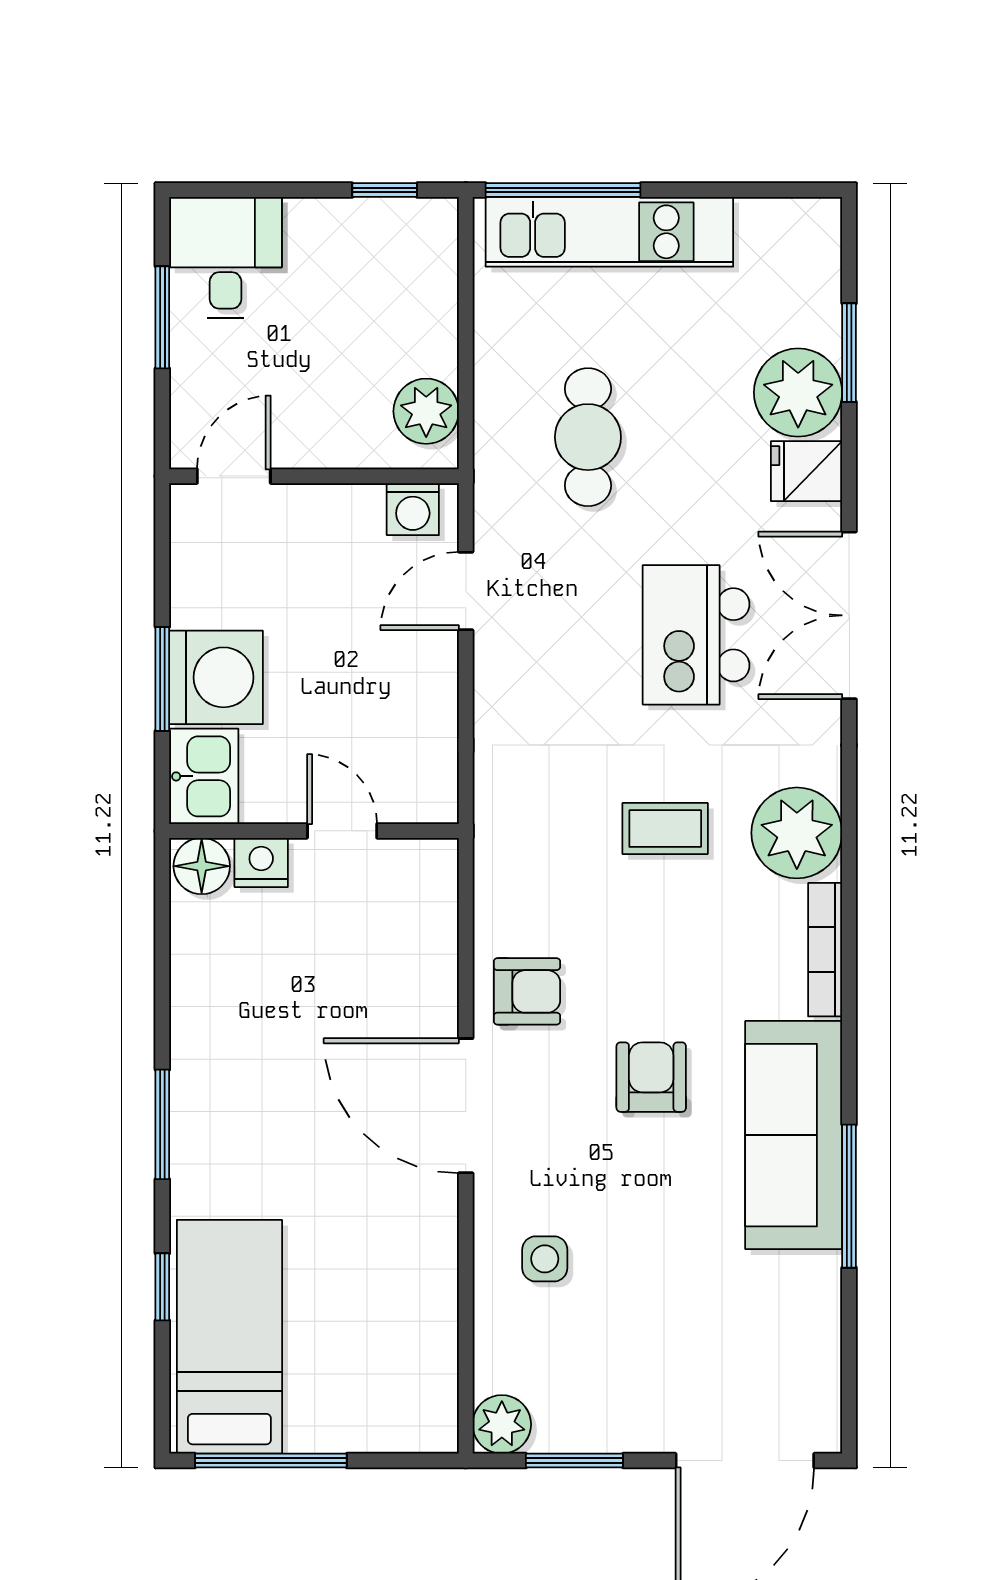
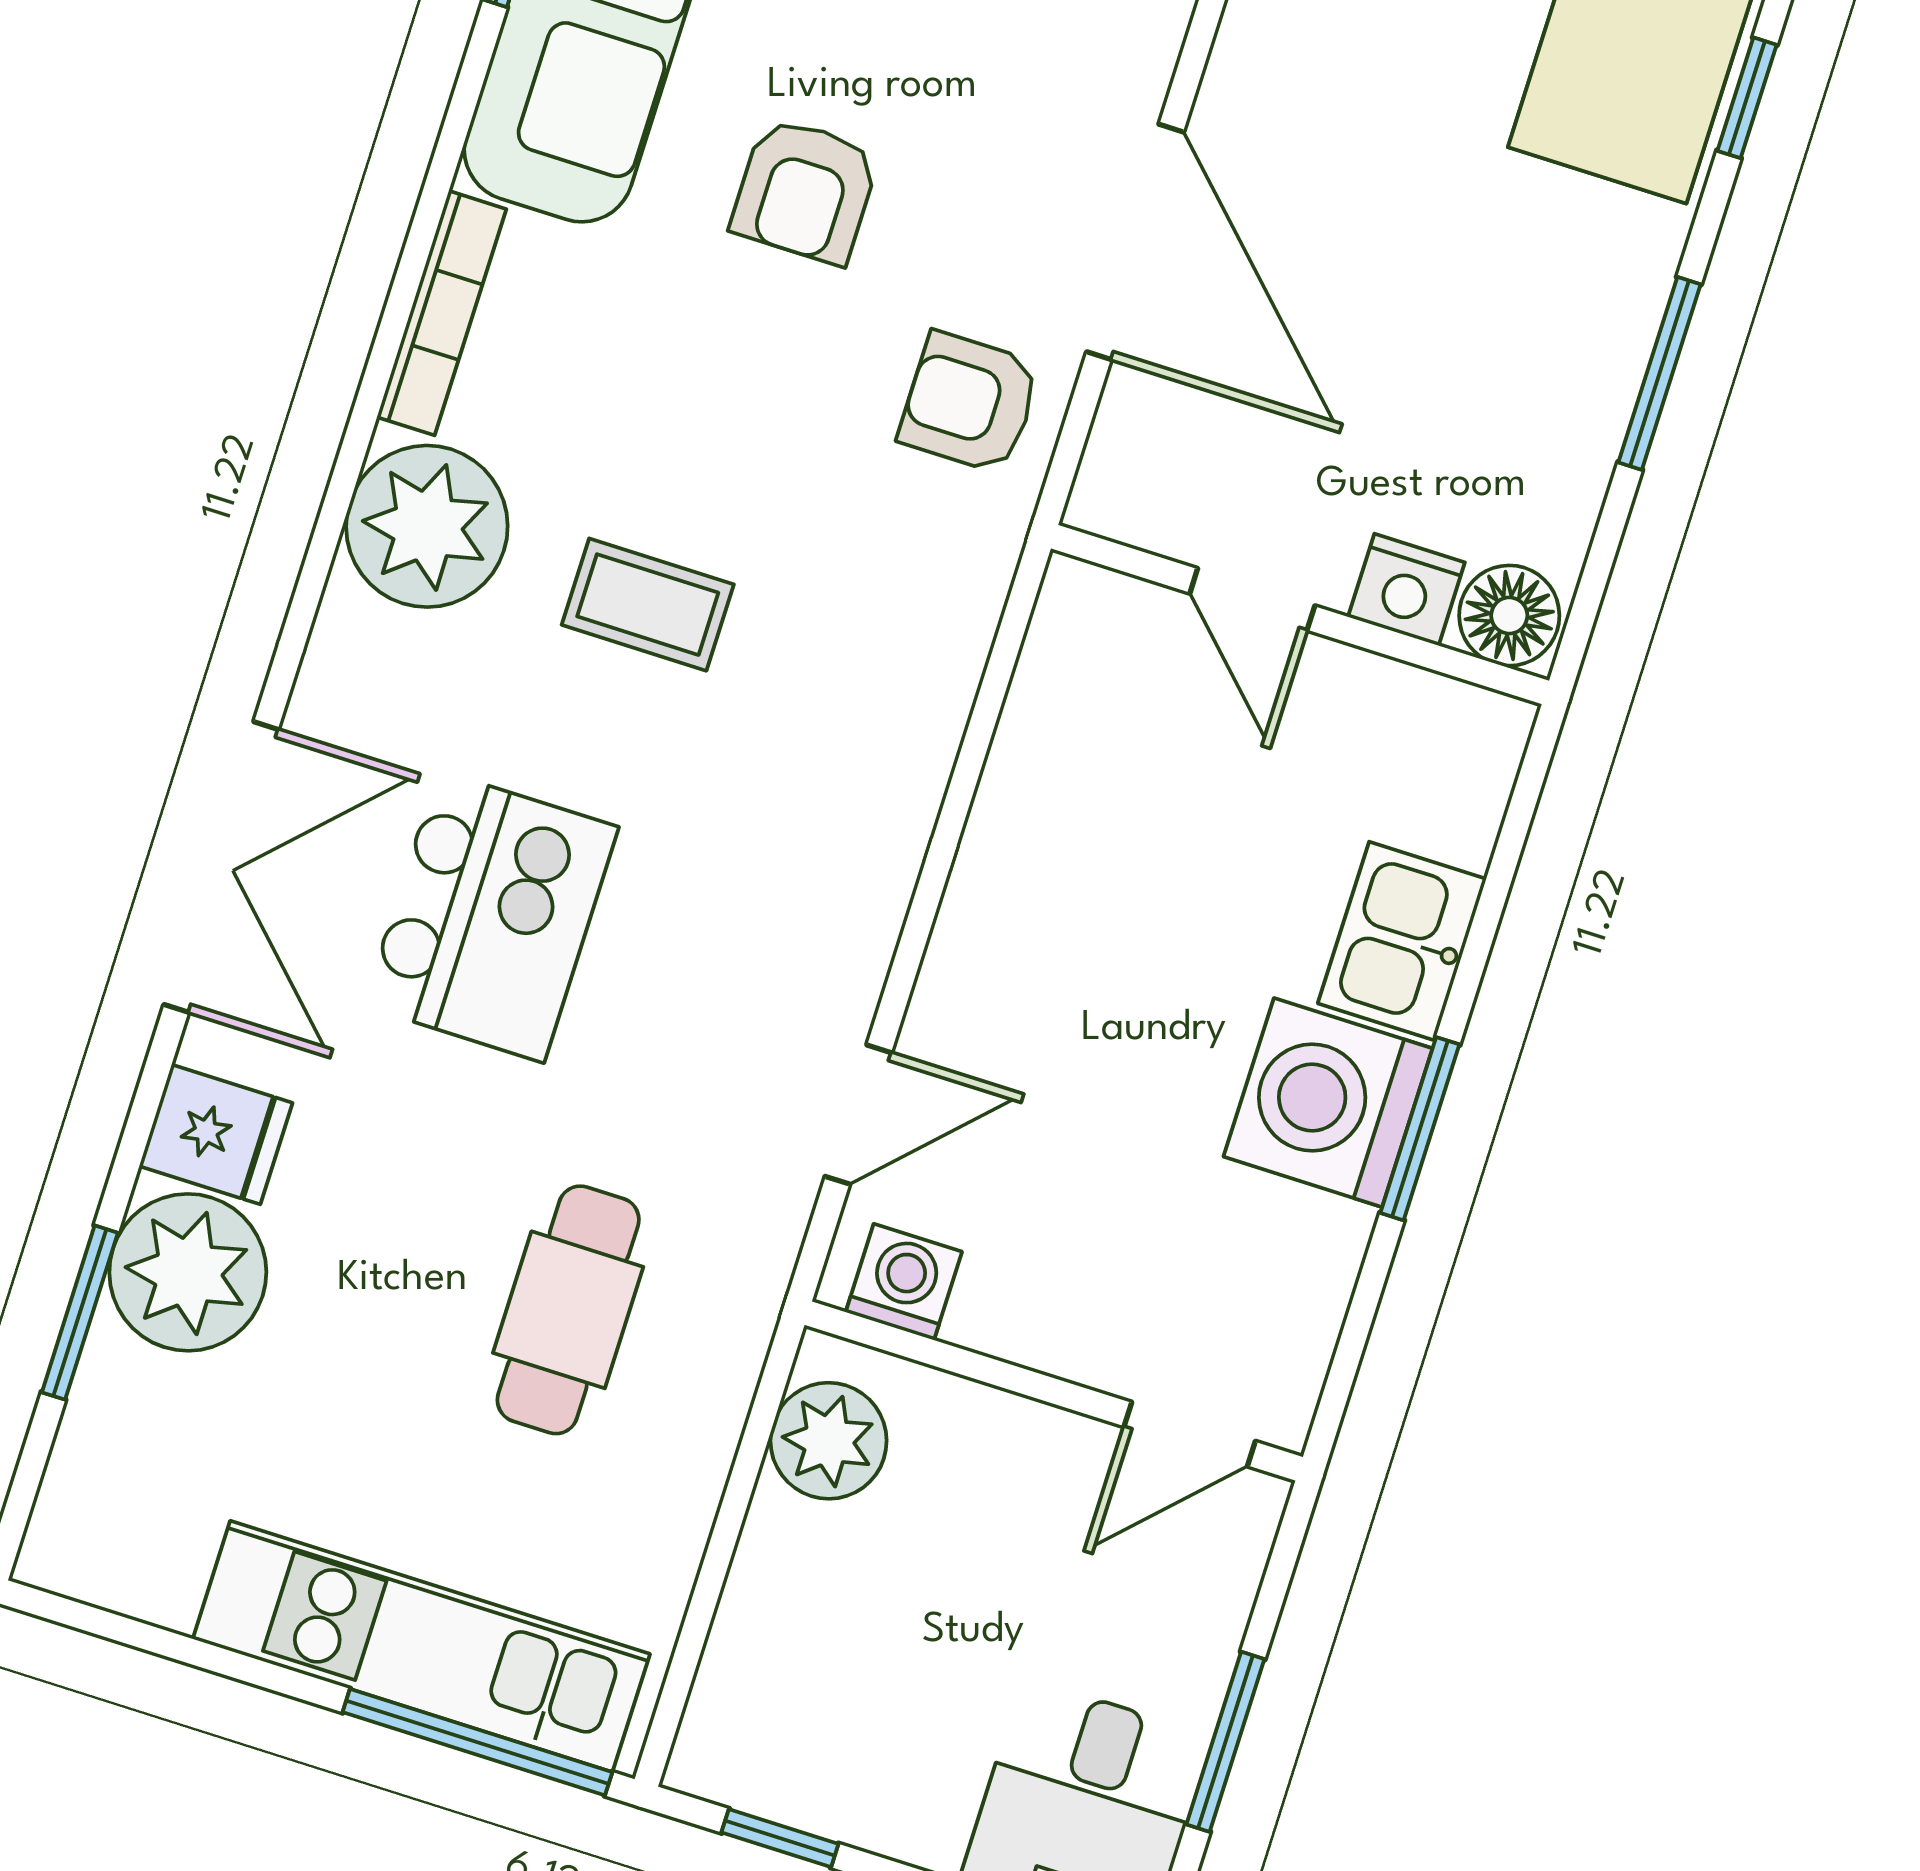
wall: (314, 831) -> (1300, 615), moved
door: (342, 831) -> (1252, 599), moved
nightstand: (261, 862) -> (1406, 590), moved
floor lamp: (202, 866) -> (1509, 616), moved

